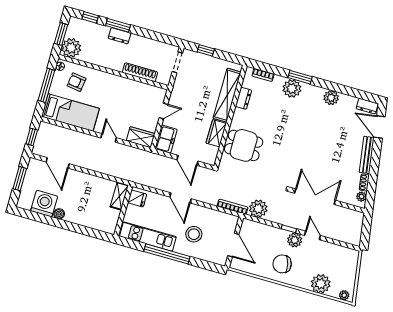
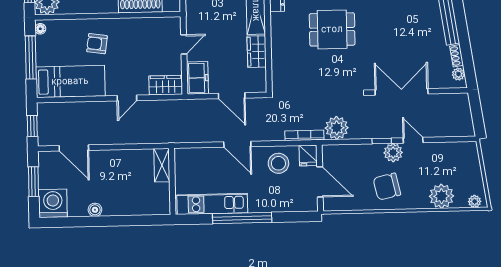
armchair: (77, 82) -> (97, 44), moved
door: (109, 138) -> (127, 98), swing flipped
dining table: (244, 145) -> (332, 29), moved
fridge: (137, 198) -> (308, 155), moved, turned 90
washing machine: (44, 204) -> (53, 203), moved
stool: (194, 234) -> (278, 163), moved

